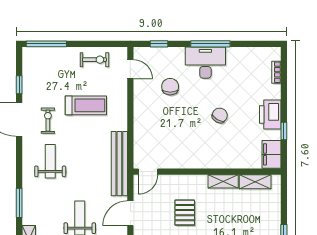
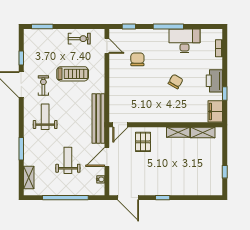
window: (46, 44) -> (42, 26), width x0.69
desk: (205, 63) -> (184, 41), moved
pallet: (185, 213) -> (143, 142), moved

